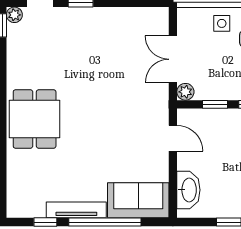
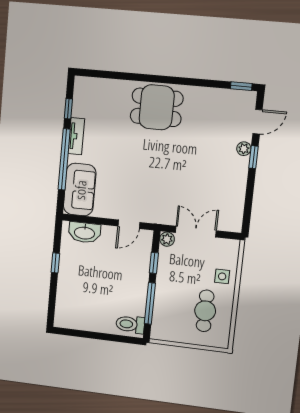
plant: (14, 15) -> (244, 149), moved
tv unit: (76, 210) -> (76, 136), width x0.71

